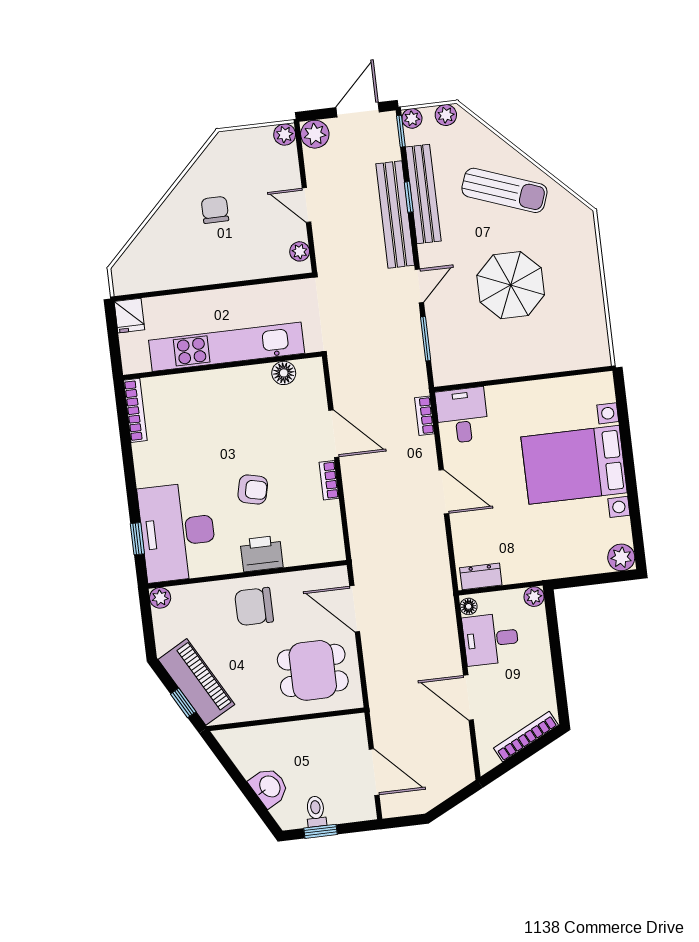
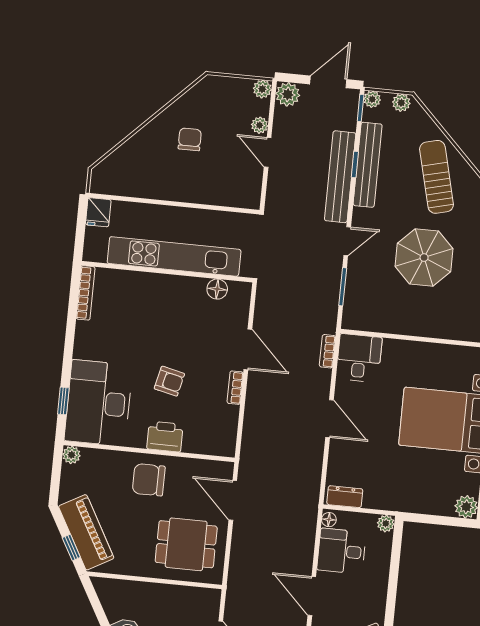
sun lounger: (504, 190) -> (437, 177), turned -124
plant: (300, 251) -> (260, 125), moved

